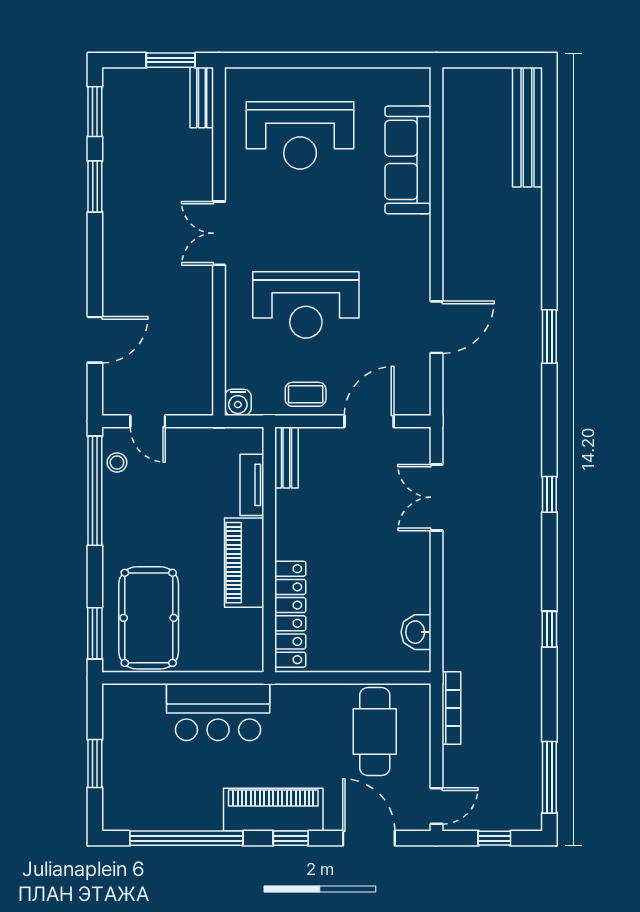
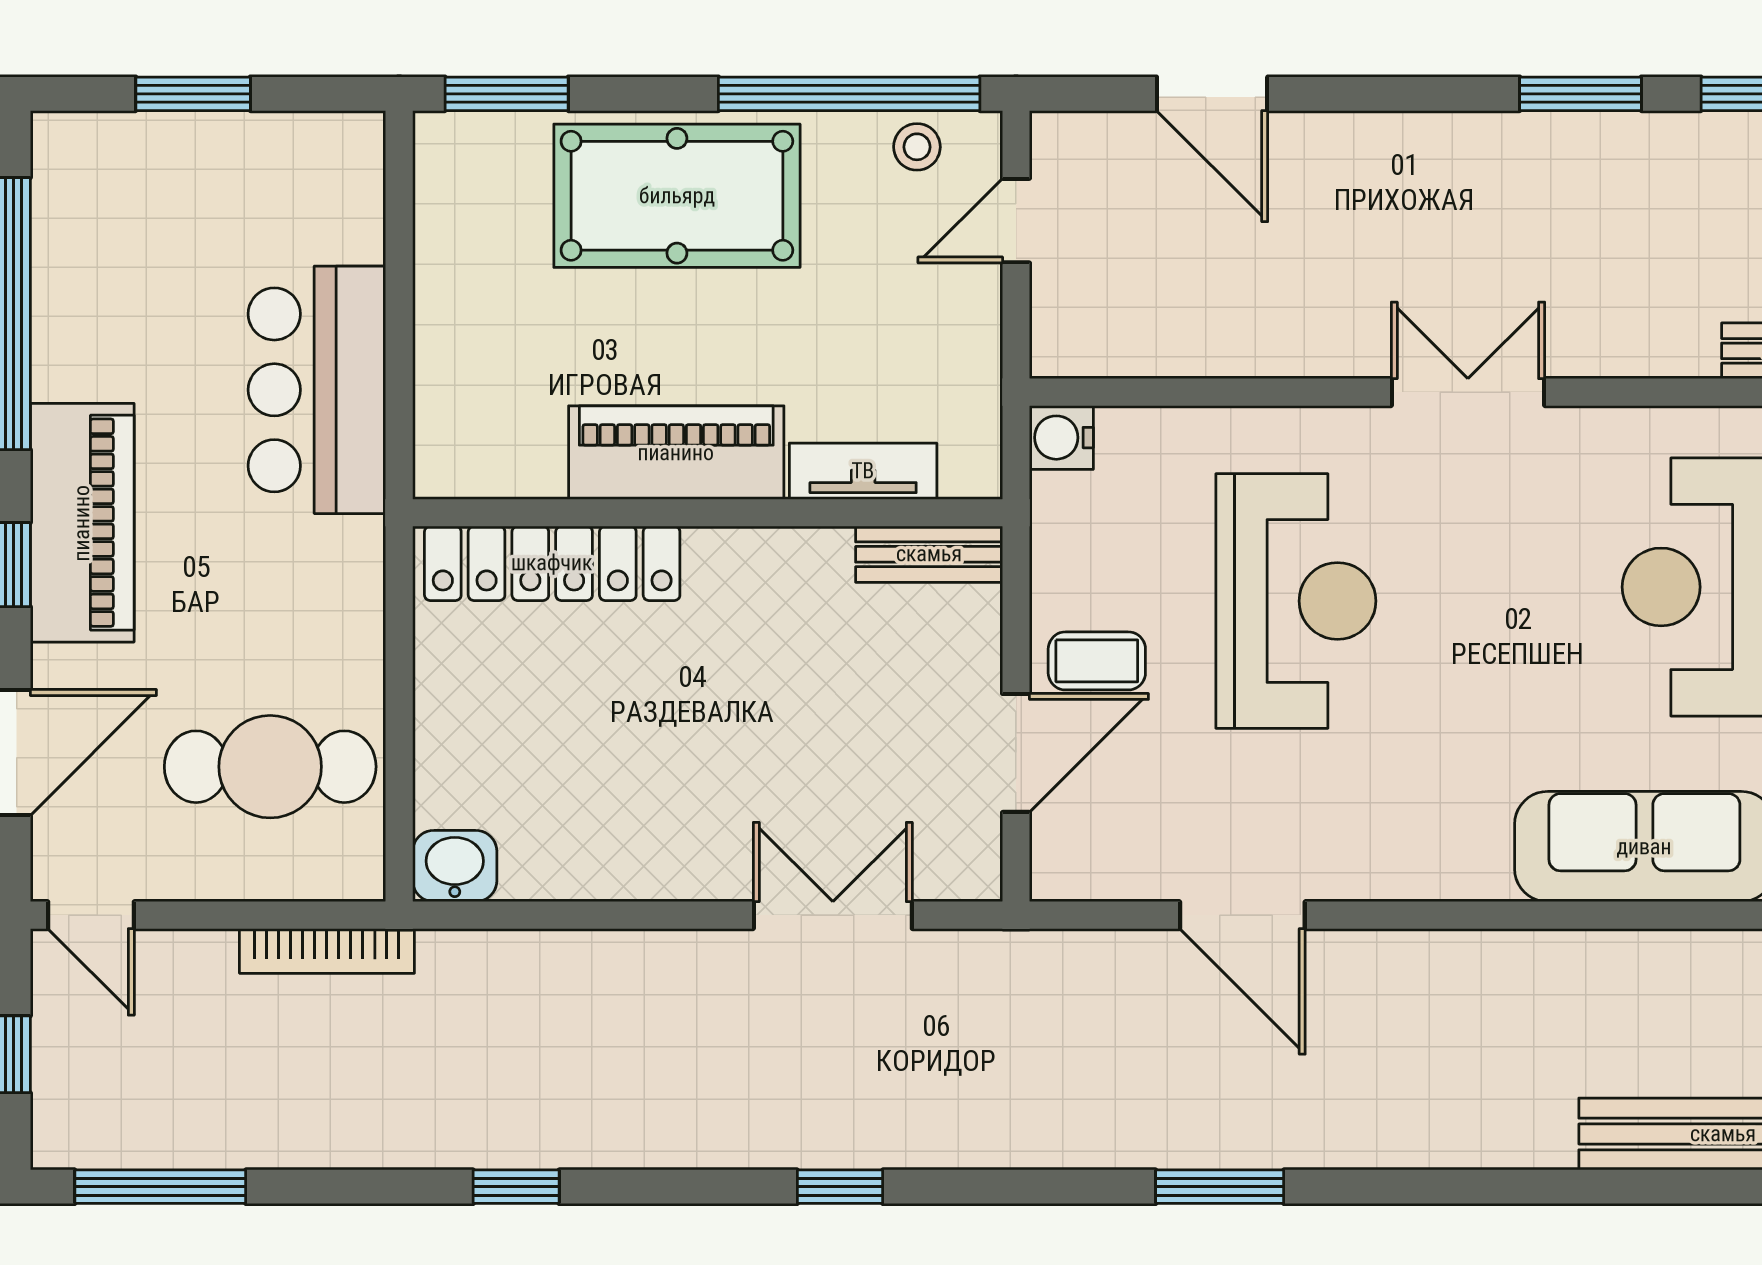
reception desk: (306, 305) -> (1296, 601), turned 180
coffee table: (306, 394) -> (1097, 661), moved, turned 90
door: (369, 421) -> (1016, 753), hinge flipped
pool table: (149, 618) -> (677, 196), moved
washbasin: (416, 632) -> (455, 866), moved

